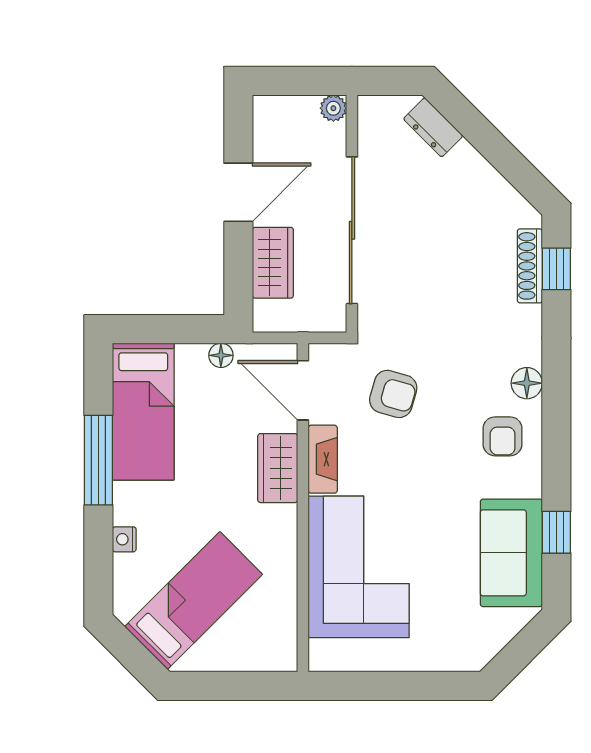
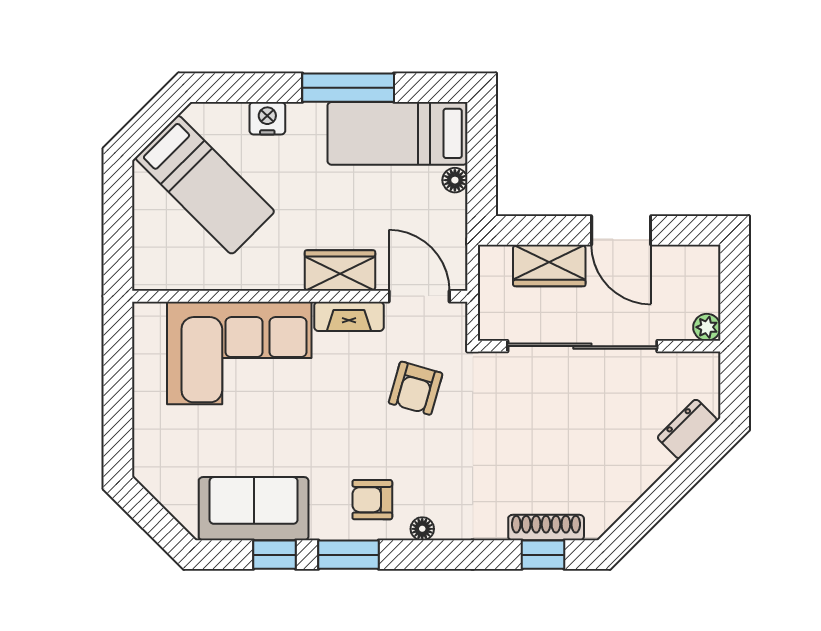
floor lamp: (221, 355) -> (455, 180), moved
floor lamp: (527, 383) -> (422, 529), width x0.73, depth x0.73
door: (303, 390) -> (419, 296), hinge flipped
window: (556, 460) -> (349, 555), added
nightstand: (124, 539) -> (267, 118), width x1.39, depth x1.35

